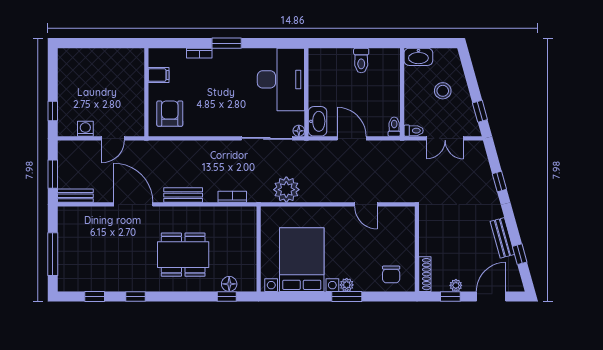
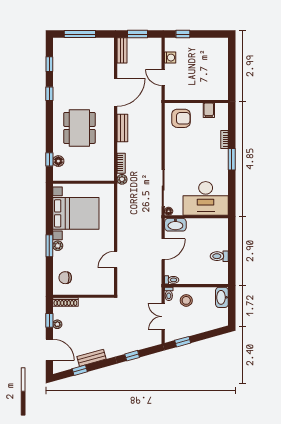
stool: (443, 91) -> (186, 300), moved
plant: (286, 190) -> (122, 179), moved, width x0.53, depth x0.53

